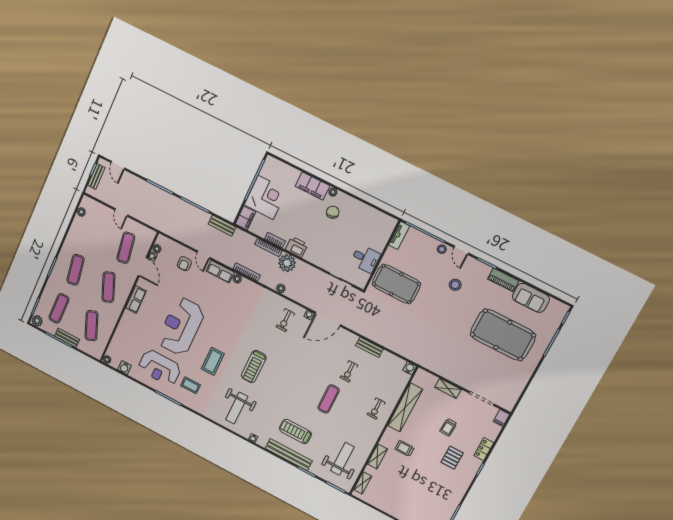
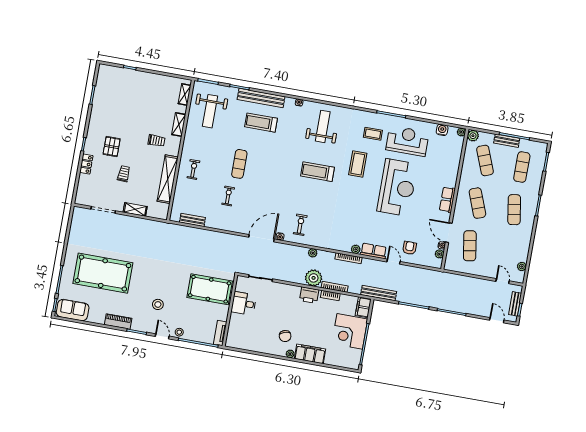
door: (121, 212) -> (503, 281), moved
bench: (222, 226) -> (379, 293), width x1.36
sofa: (531, 298) -> (73, 310), moved
plant: (37, 321) -> (473, 136), moved
bench: (369, 347) -> (192, 220), moved
treadmill: (254, 367) -> (318, 172), turned -90
water cooler: (410, 368) -> (175, 217), removed
filing cabinet: (501, 418) -> (80, 198), removed
treadmill: (295, 431) -> (261, 123), turned 180

